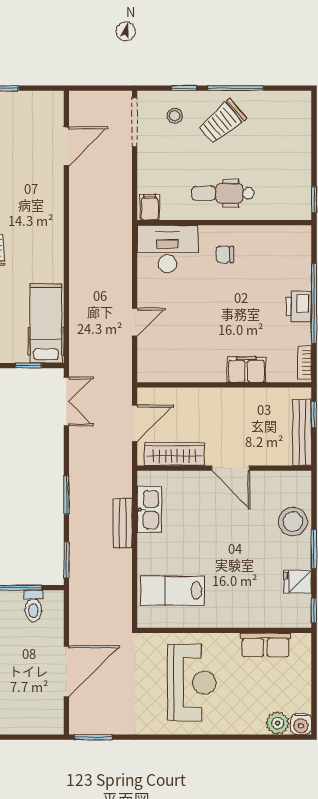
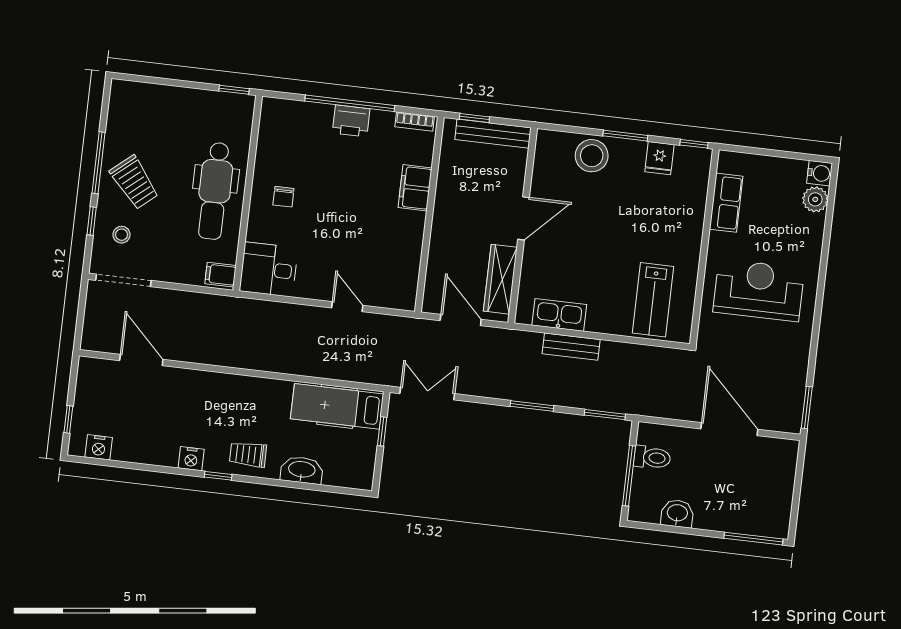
dental chair: (223, 193) -> (215, 191), width x1.36, depth x1.38
desk: (168, 249) -> (269, 269), width x0.73

